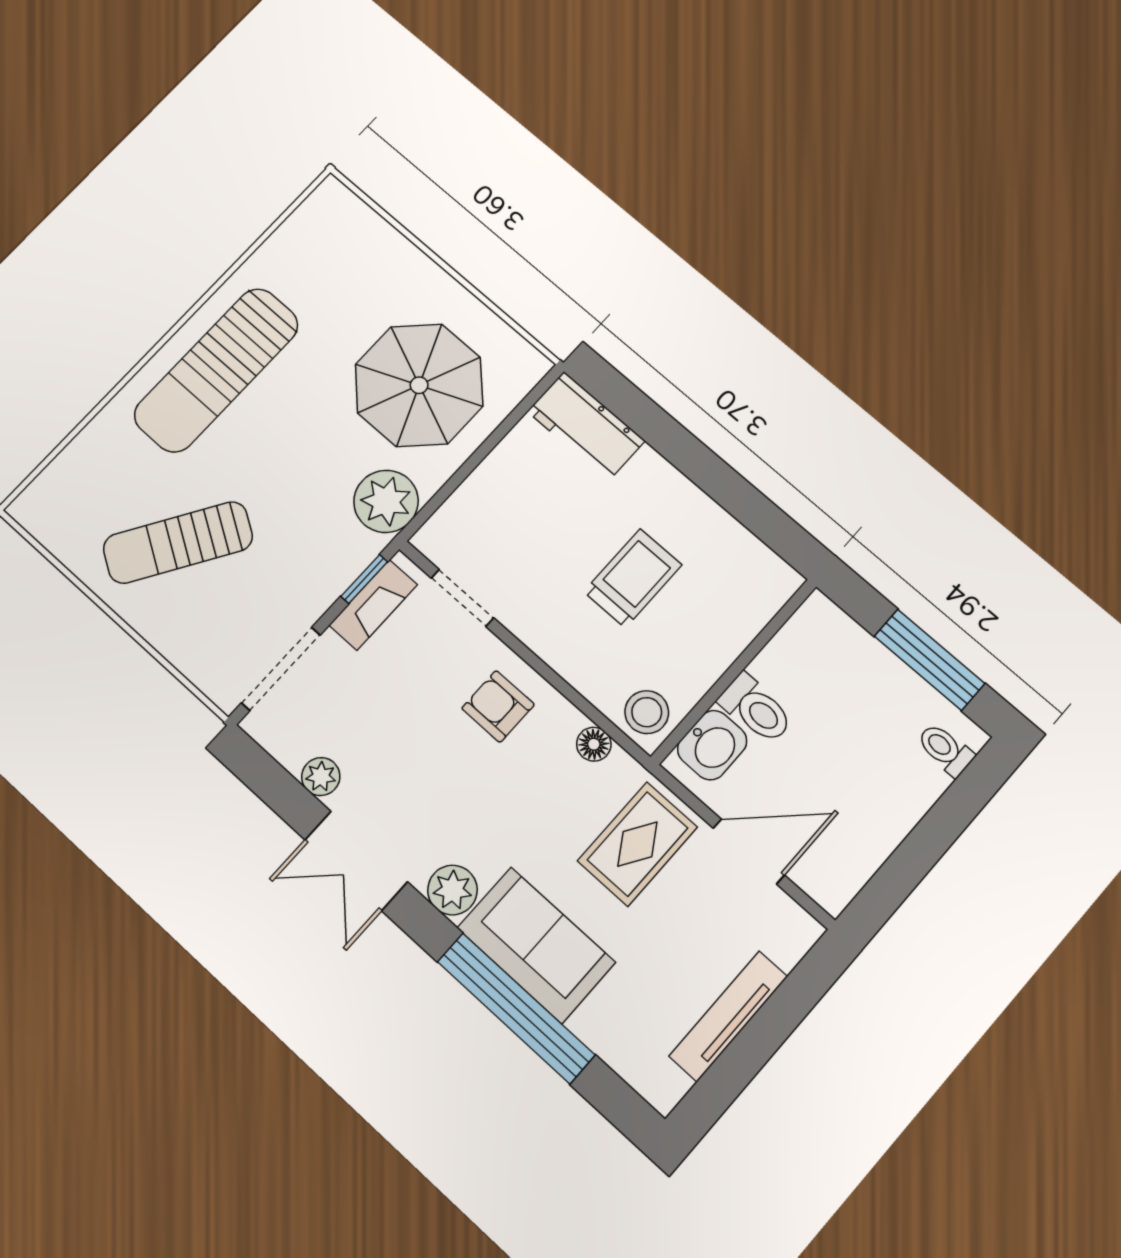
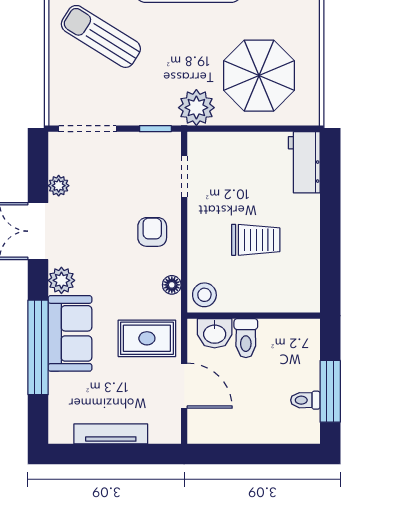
fireplace: (373, 605) -> (148, 142), removed
toilet: (945, 750) -> (305, 400), moved, turned -90

